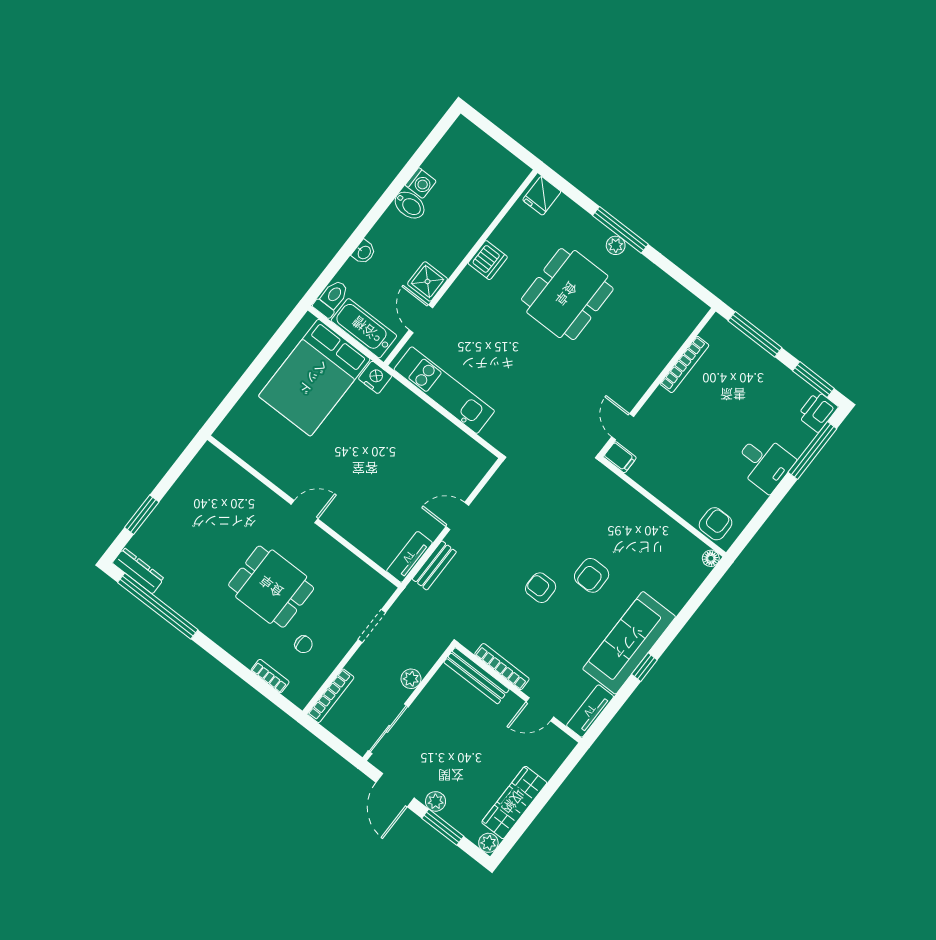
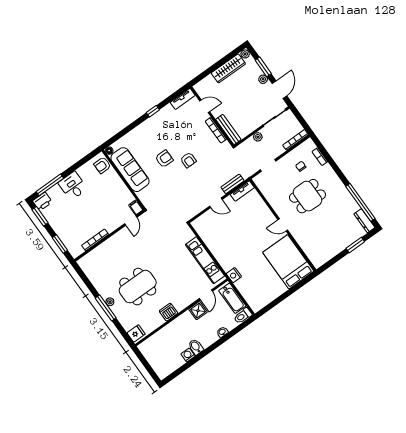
window: (755, 334) -> (60, 244), width x0.69
bed: (314, 378) -> (288, 262), moved, turned -90
dining table: (271, 587) -> (308, 196), turned 90
sofa: (629, 643) -> (130, 170), moved, turned -90

